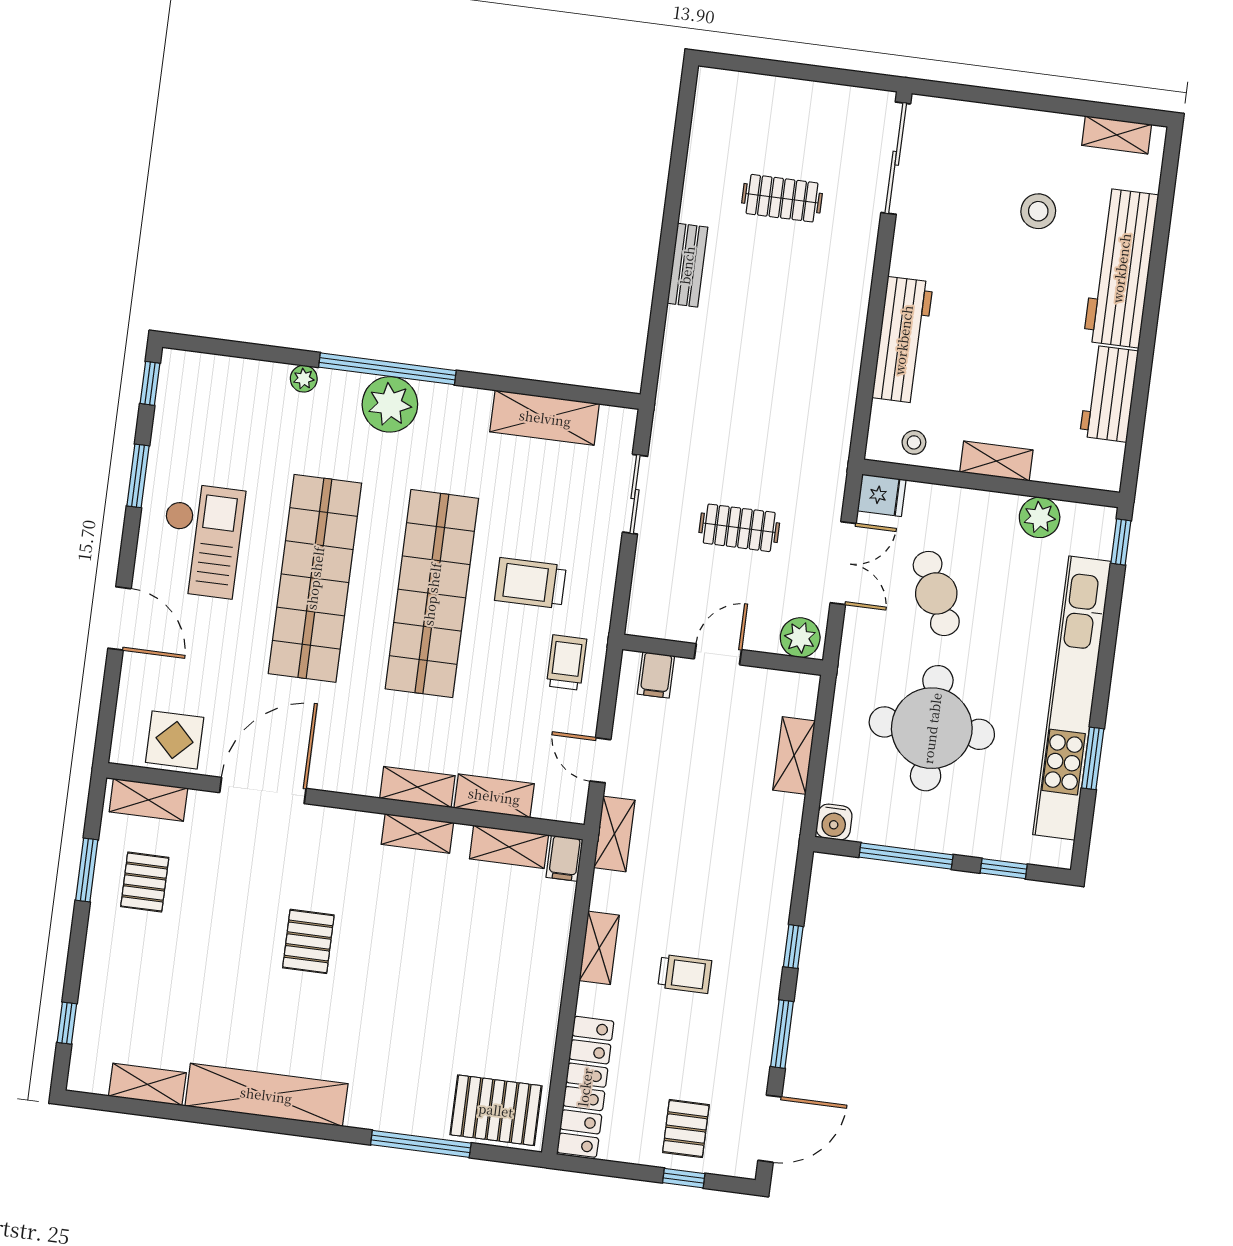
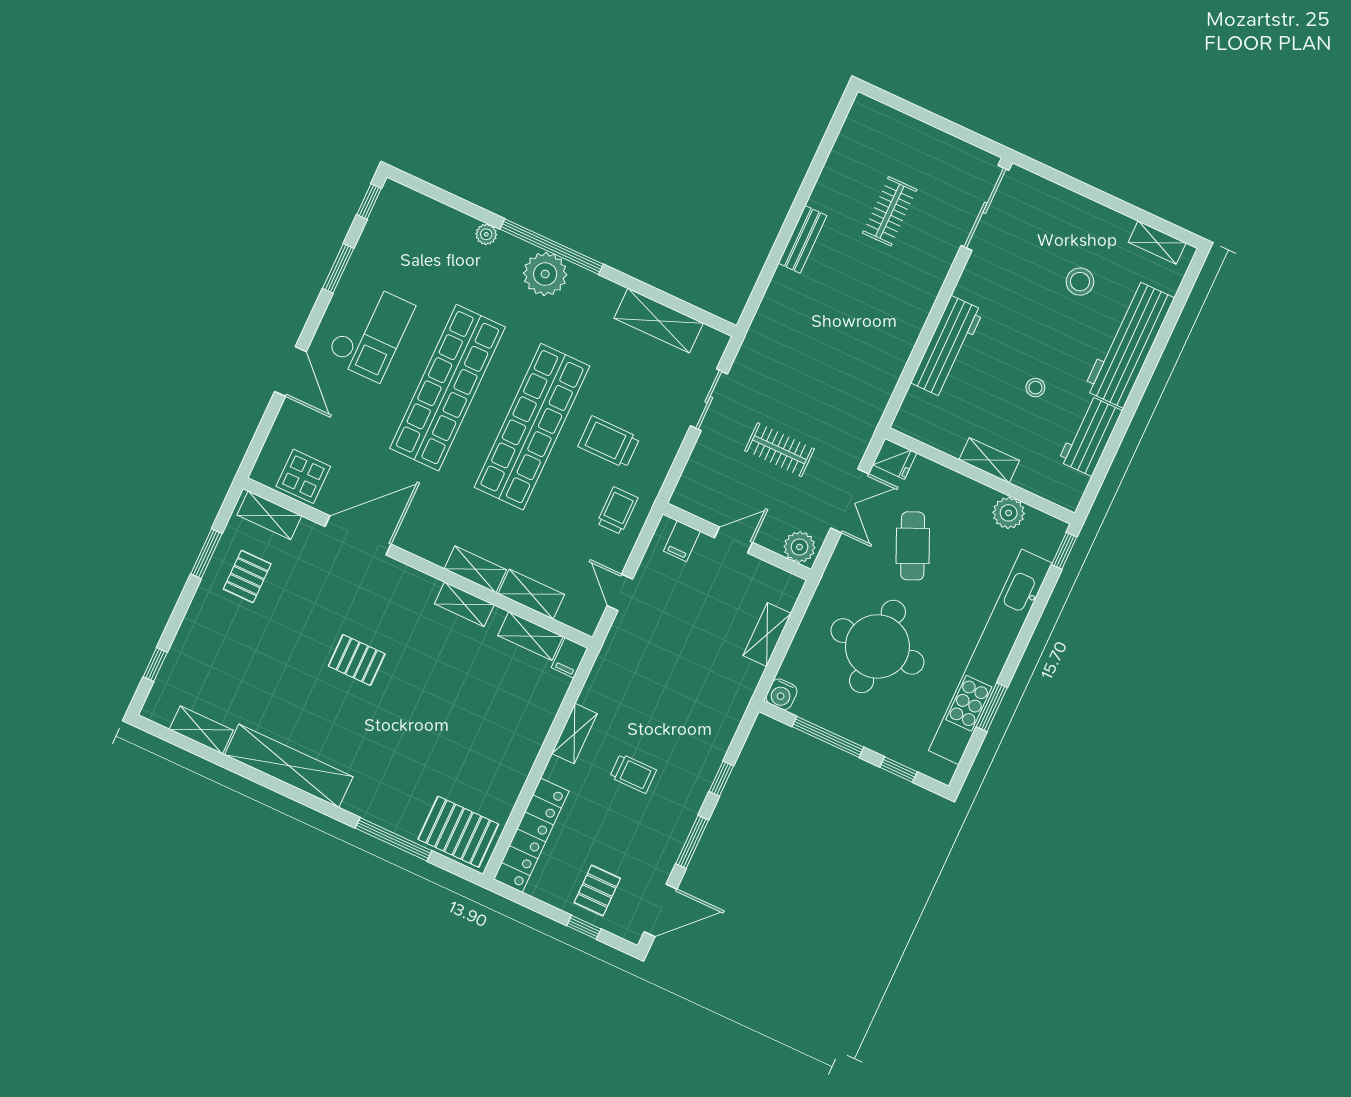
clothes rail: (782, 198) -> (890, 211), turned 90
stool: (914, 442) -> (1035, 388), moved
shelving: (614, 834) -> (613, 651), removed
pallet: (308, 941) -> (357, 660), turned 90

